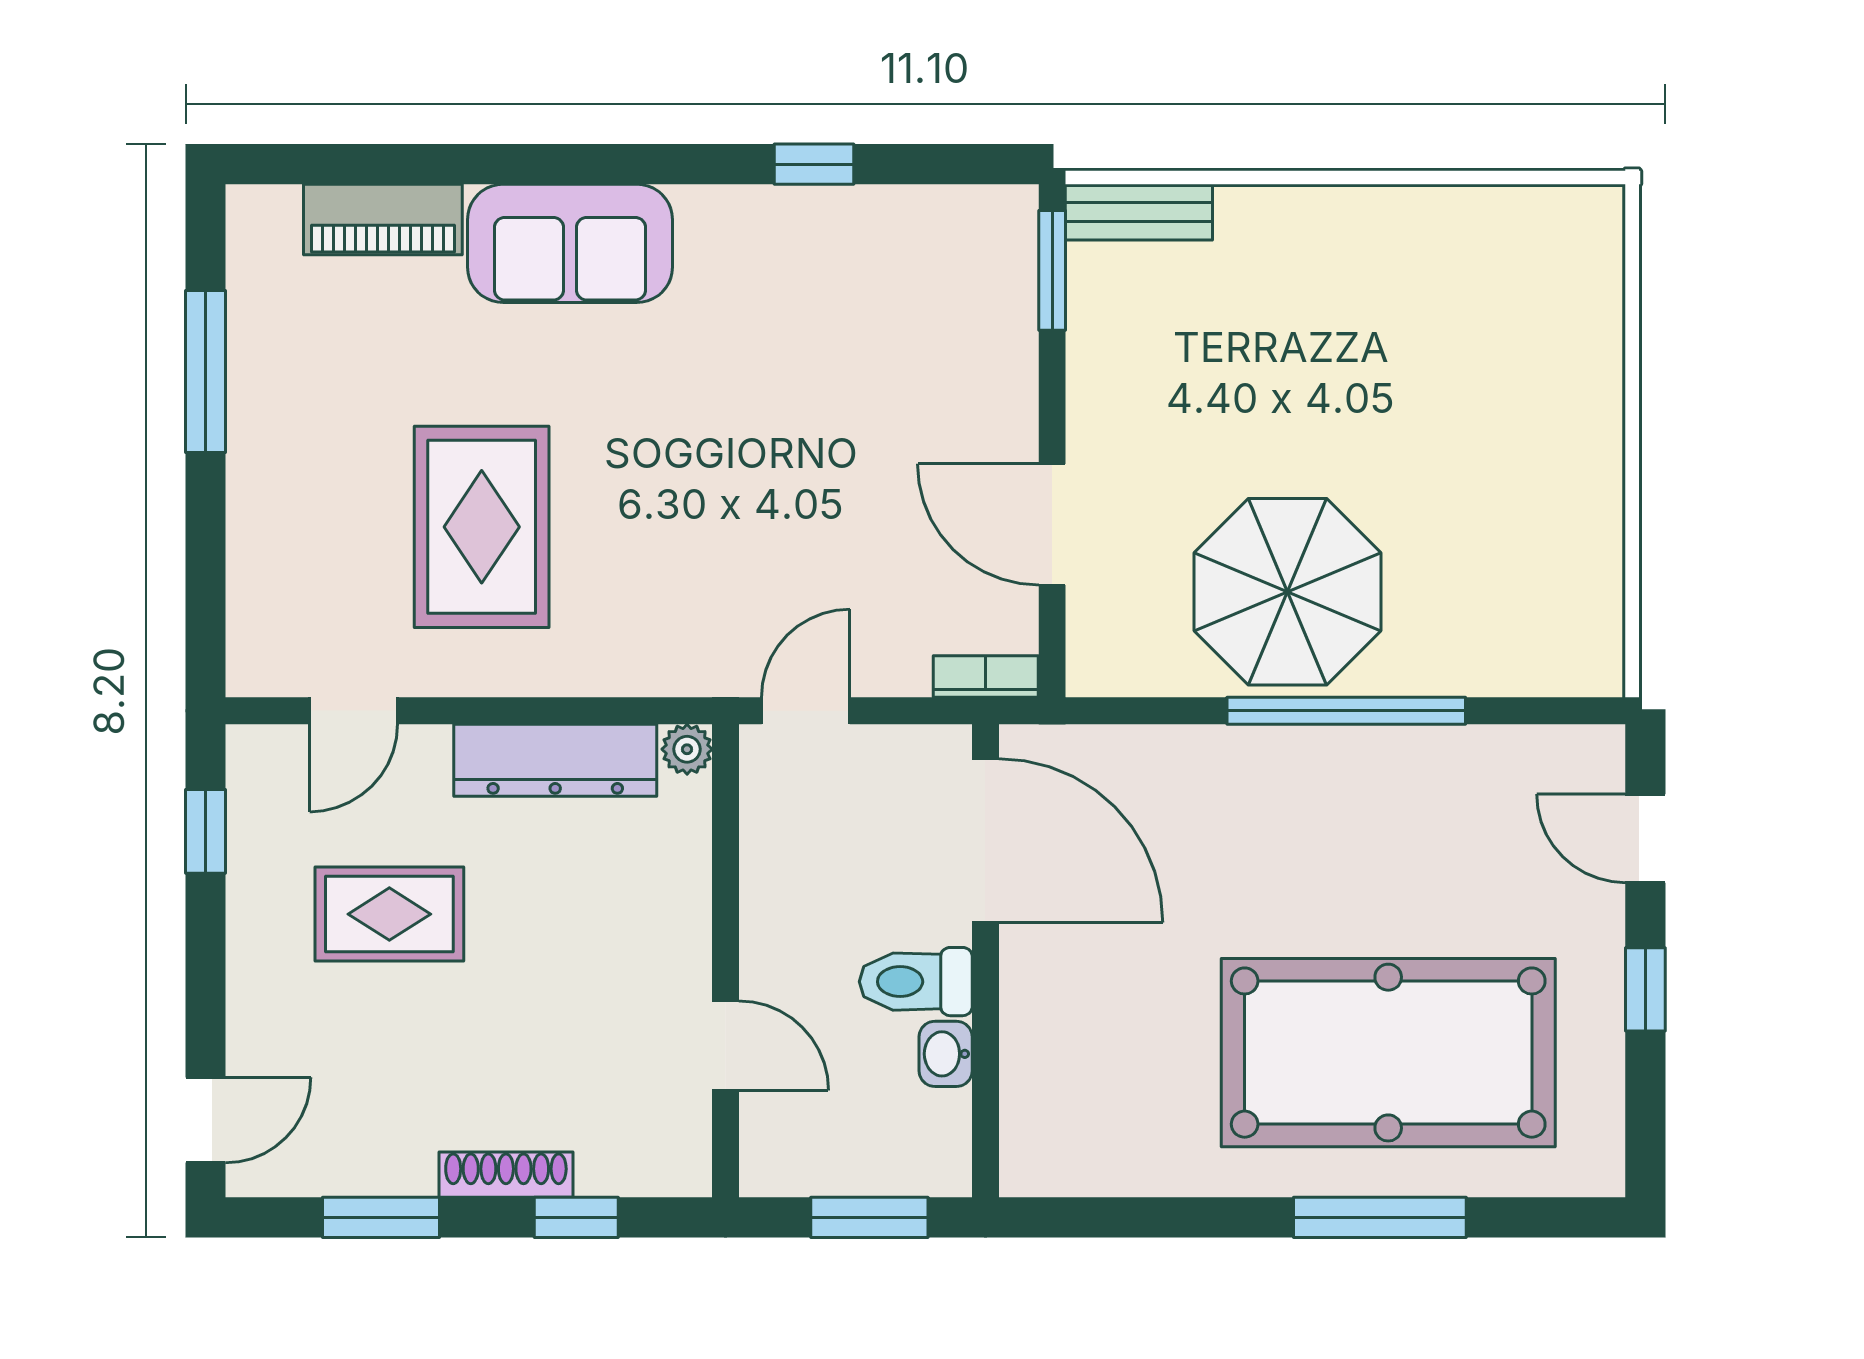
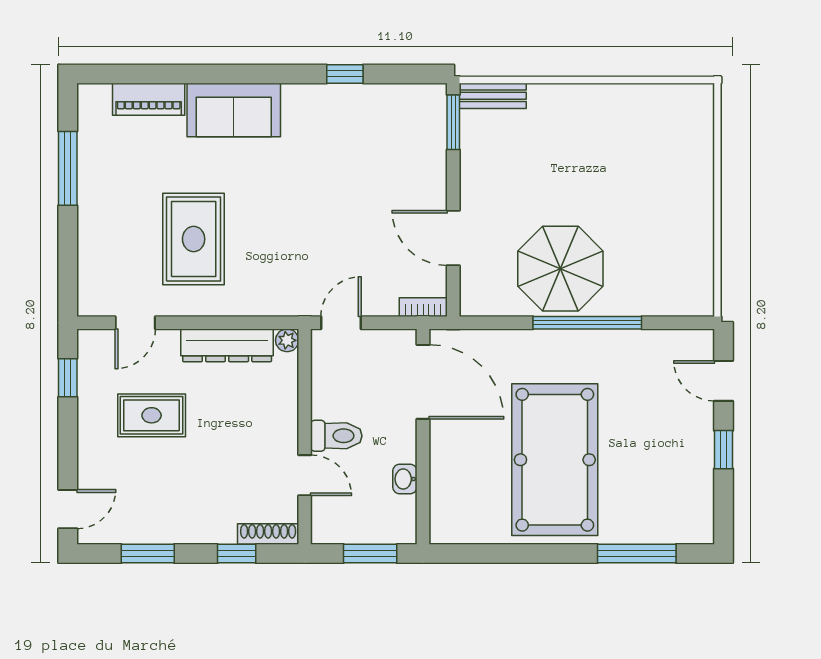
toilet: (916, 982) -> (336, 436), moved, turned 180
pool table: (1388, 1053) -> (555, 460), moved, turned 90
shoe rack: (506, 1175) -> (268, 534), moved
window: (1380, 1217) -> (637, 553), moved

